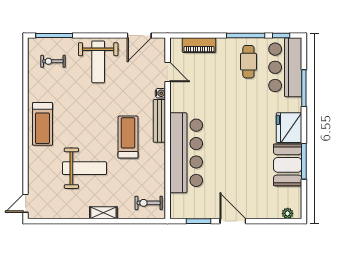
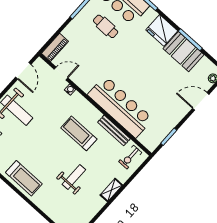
piano: (199, 45) -> (55, 47), moved
cafe table: (248, 62) -> (106, 26), moved
bench: (159, 121) -> (114, 130), moved
weight bench: (85, 168) -> (74, 177), width x0.73, depth x0.75
door: (233, 221) -> (201, 101), moved

